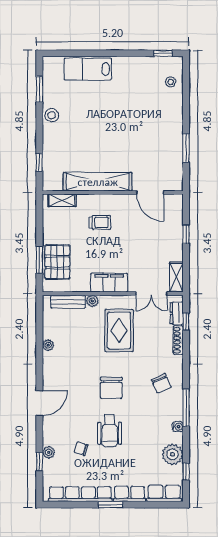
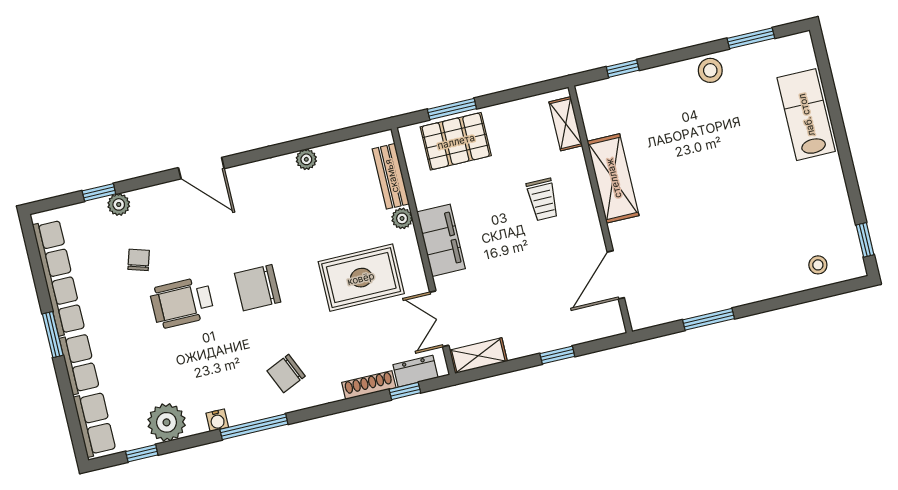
shelving: (98, 182) -> (613, 178), width x0.68

